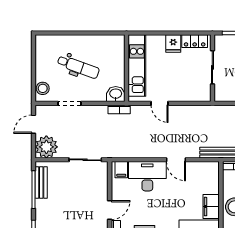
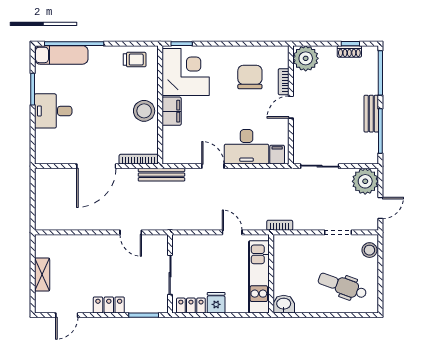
dental chair: (78, 67) -> (342, 286), moved
washbasin: (116, 94) -> (284, 304), moved, turned 180
bench: (41, 182) -> (371, 114), moved

